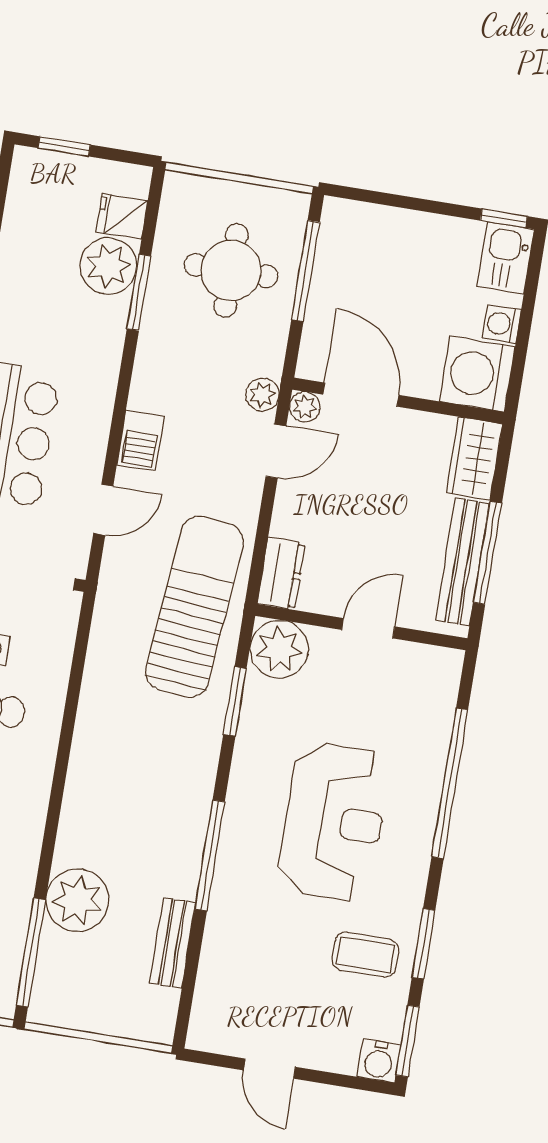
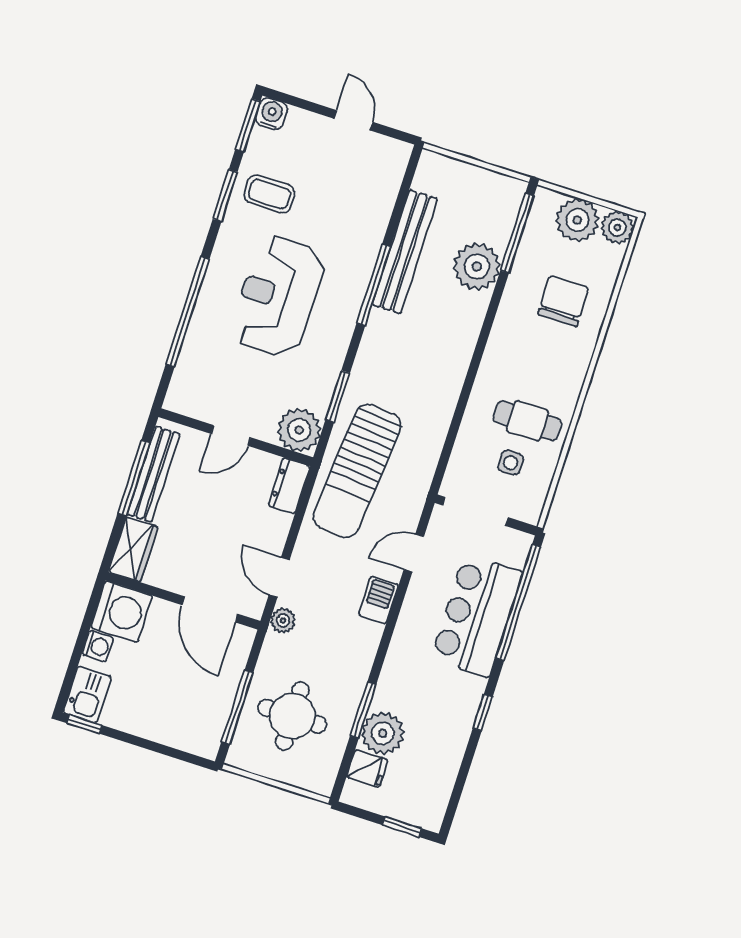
plant: (305, 407) -> (253, 607), removed
door: (276, 451) -> (279, 577), hinge flipped
bench: (173, 943) -> (405, 252), width x1.86, depth x1.21

